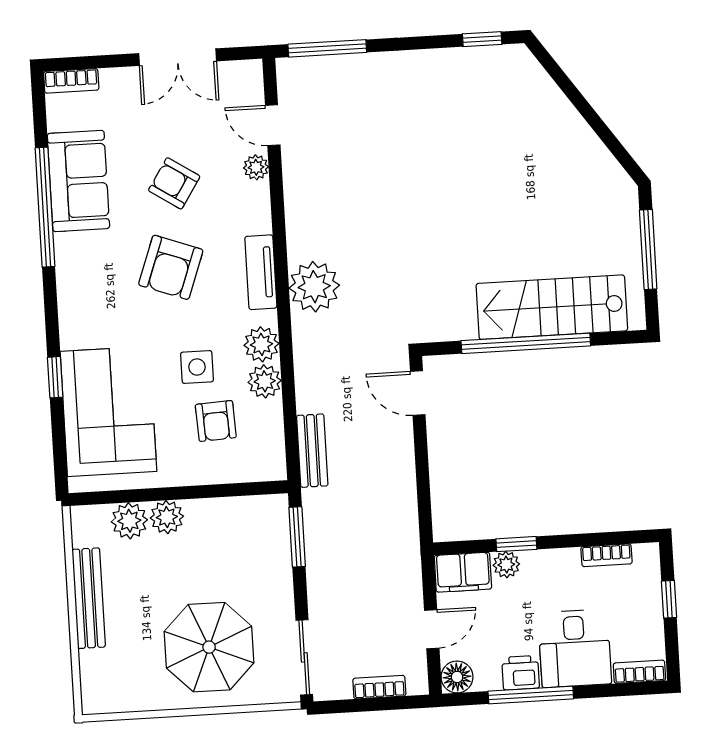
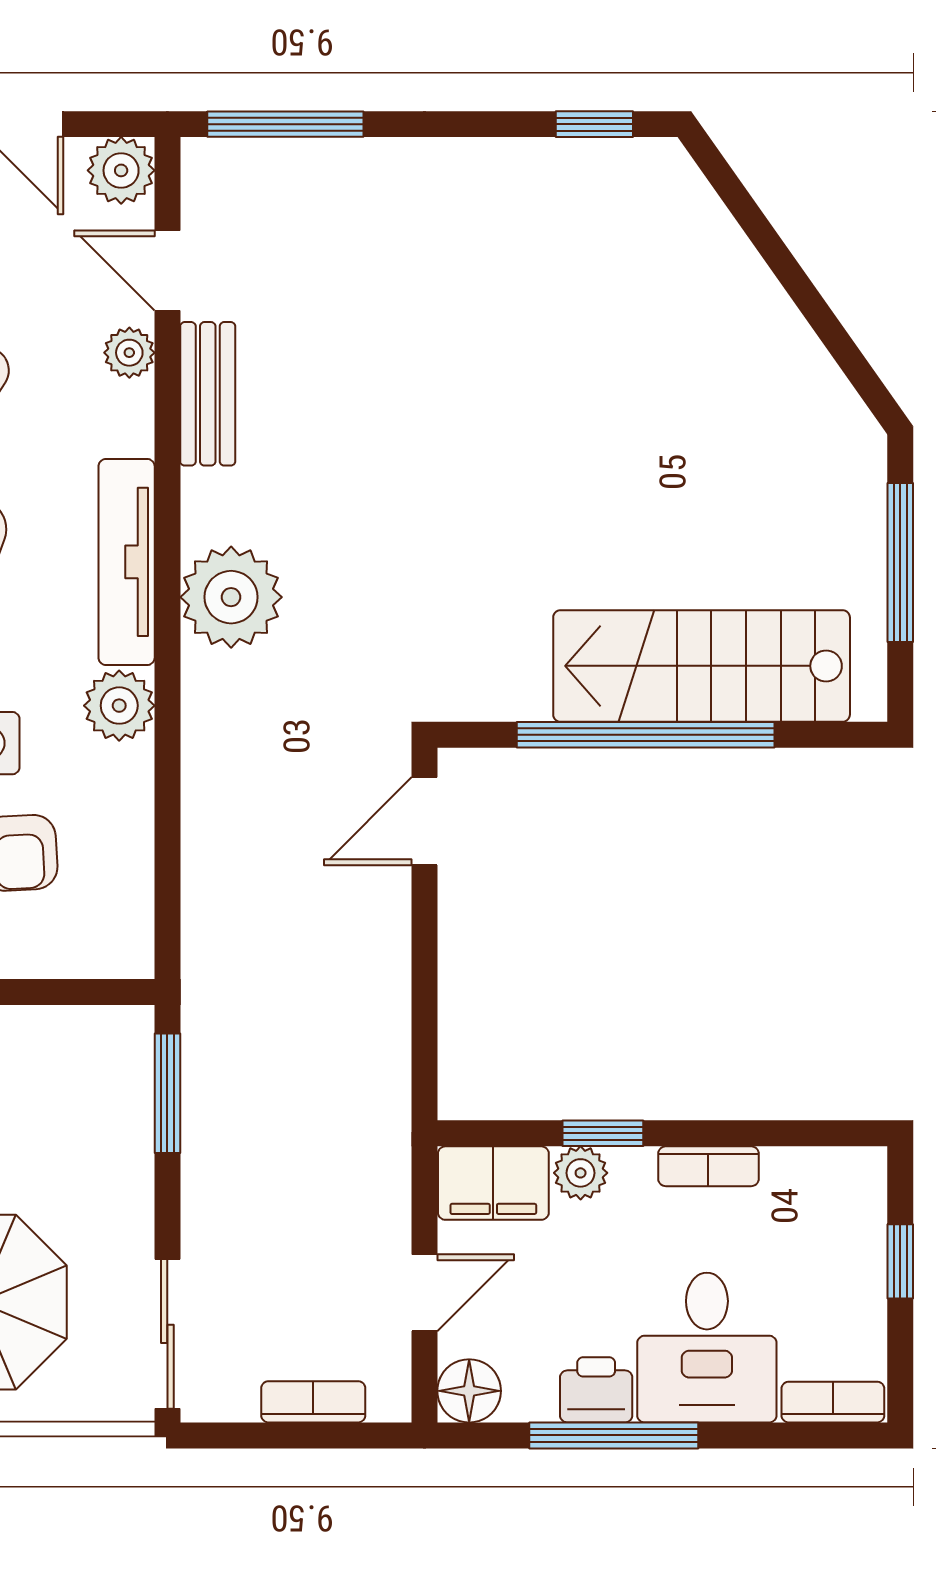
tv unit: (261, 272) -> (127, 562), width x1.41
plant: (265, 381) -> (121, 170), moved
door: (418, 393) -> (425, 821), hinge flipped
bench: (312, 451) -> (208, 394), moved
bookcase: (607, 555) -> (708, 1166), moved

